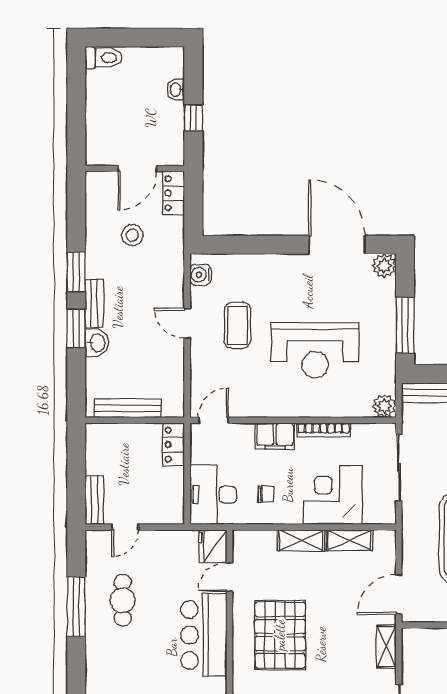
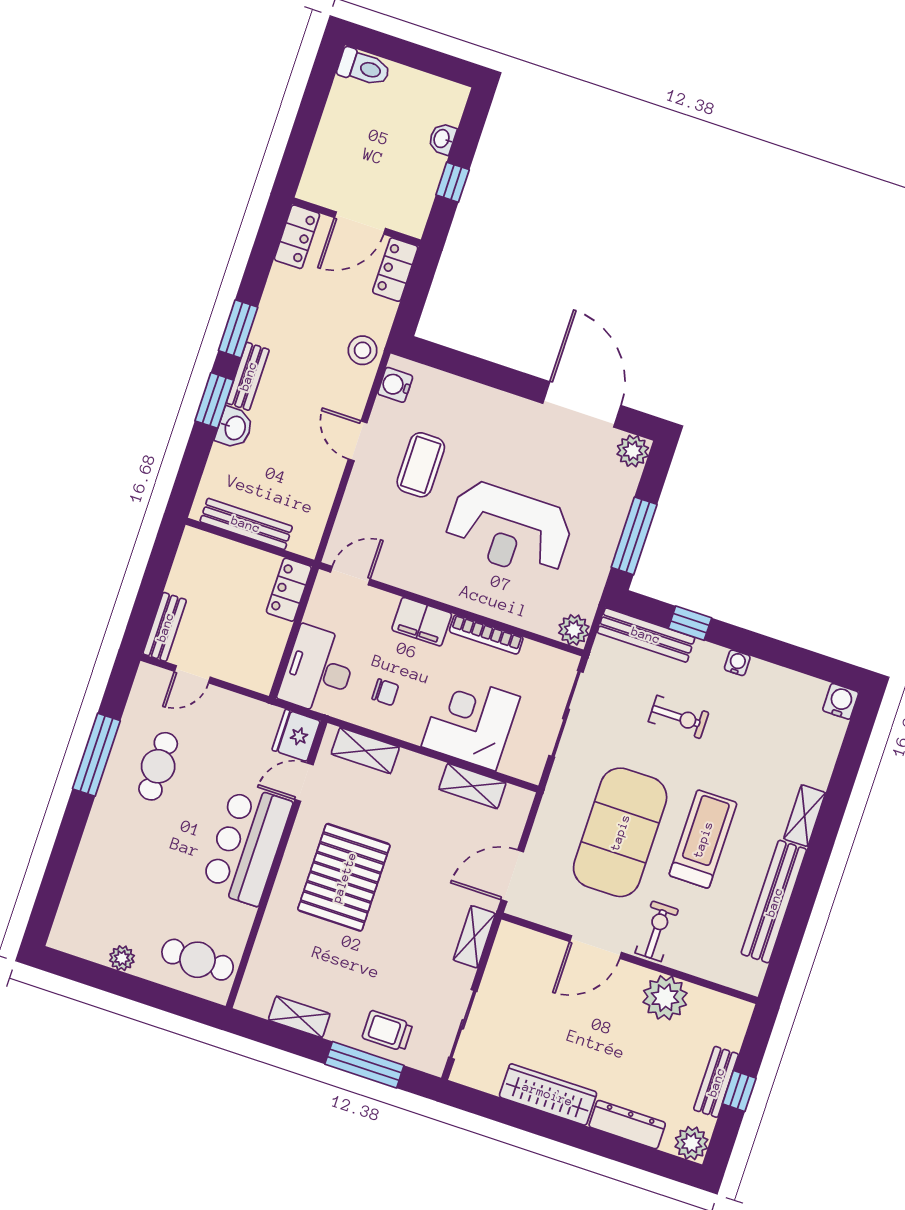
locker: (96, 193) -> (297, 237), added
stool: (132, 235) -> (363, 350), moved
shelving: (301, 540) -> (365, 751), moved

